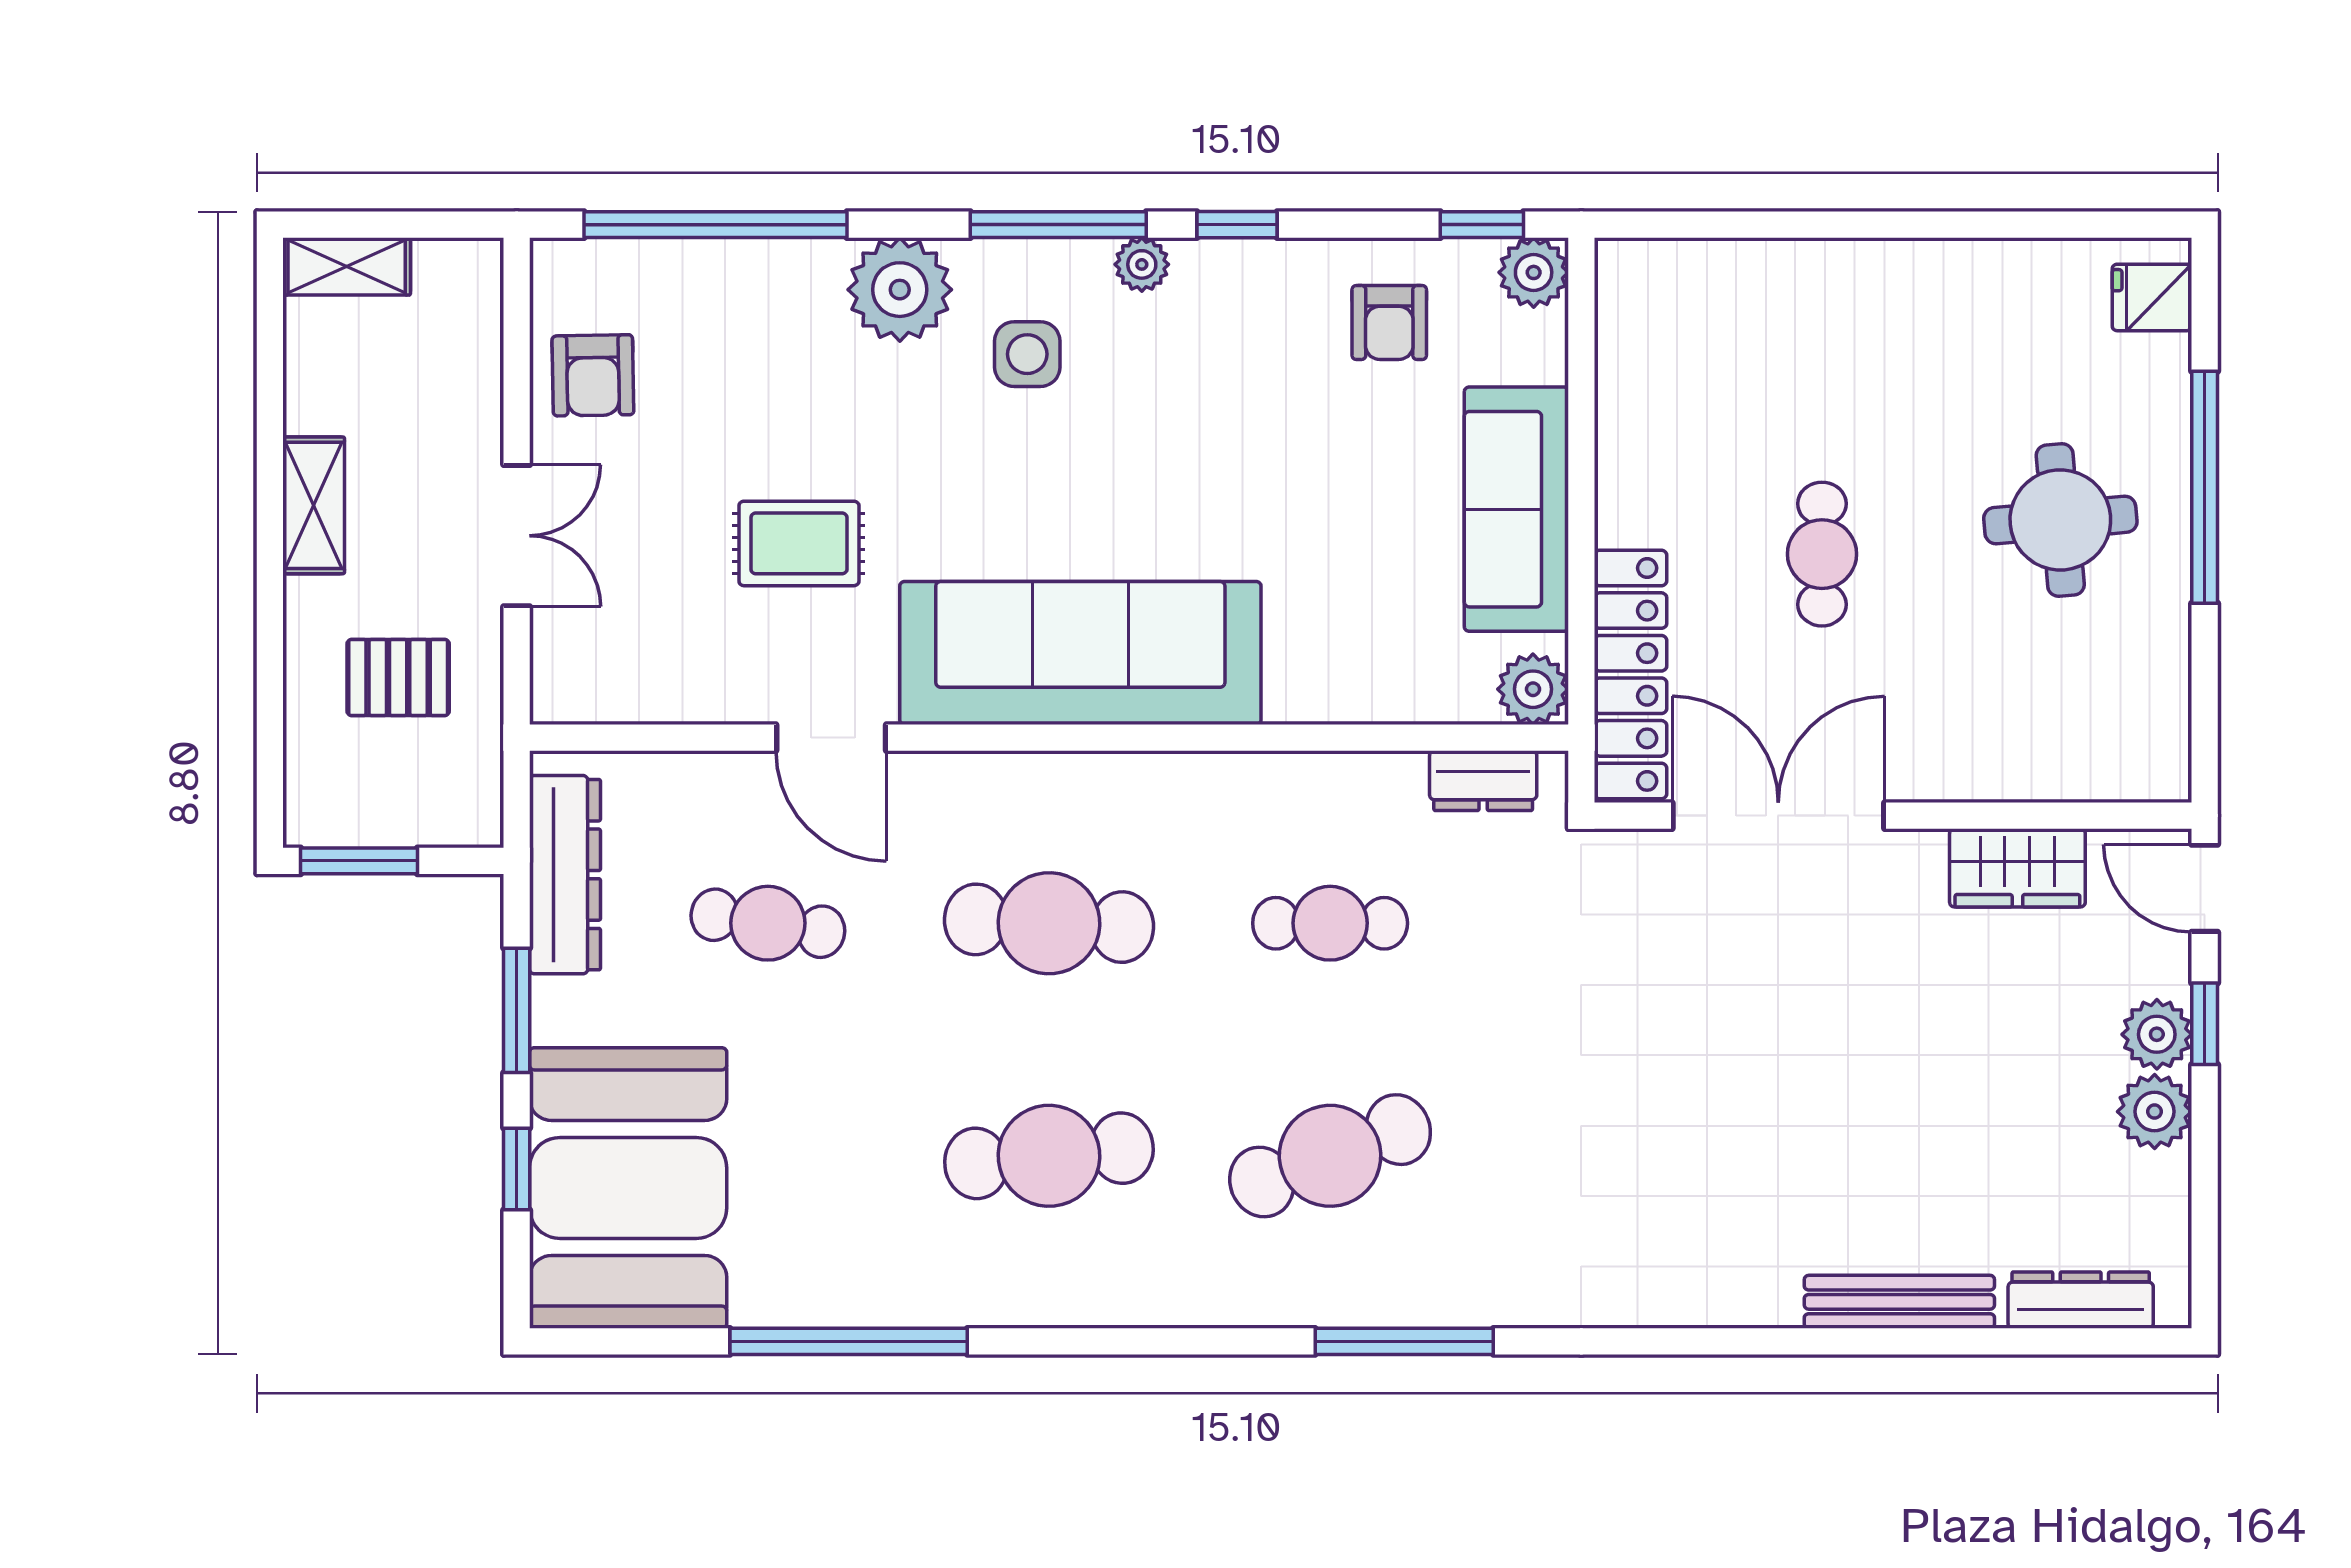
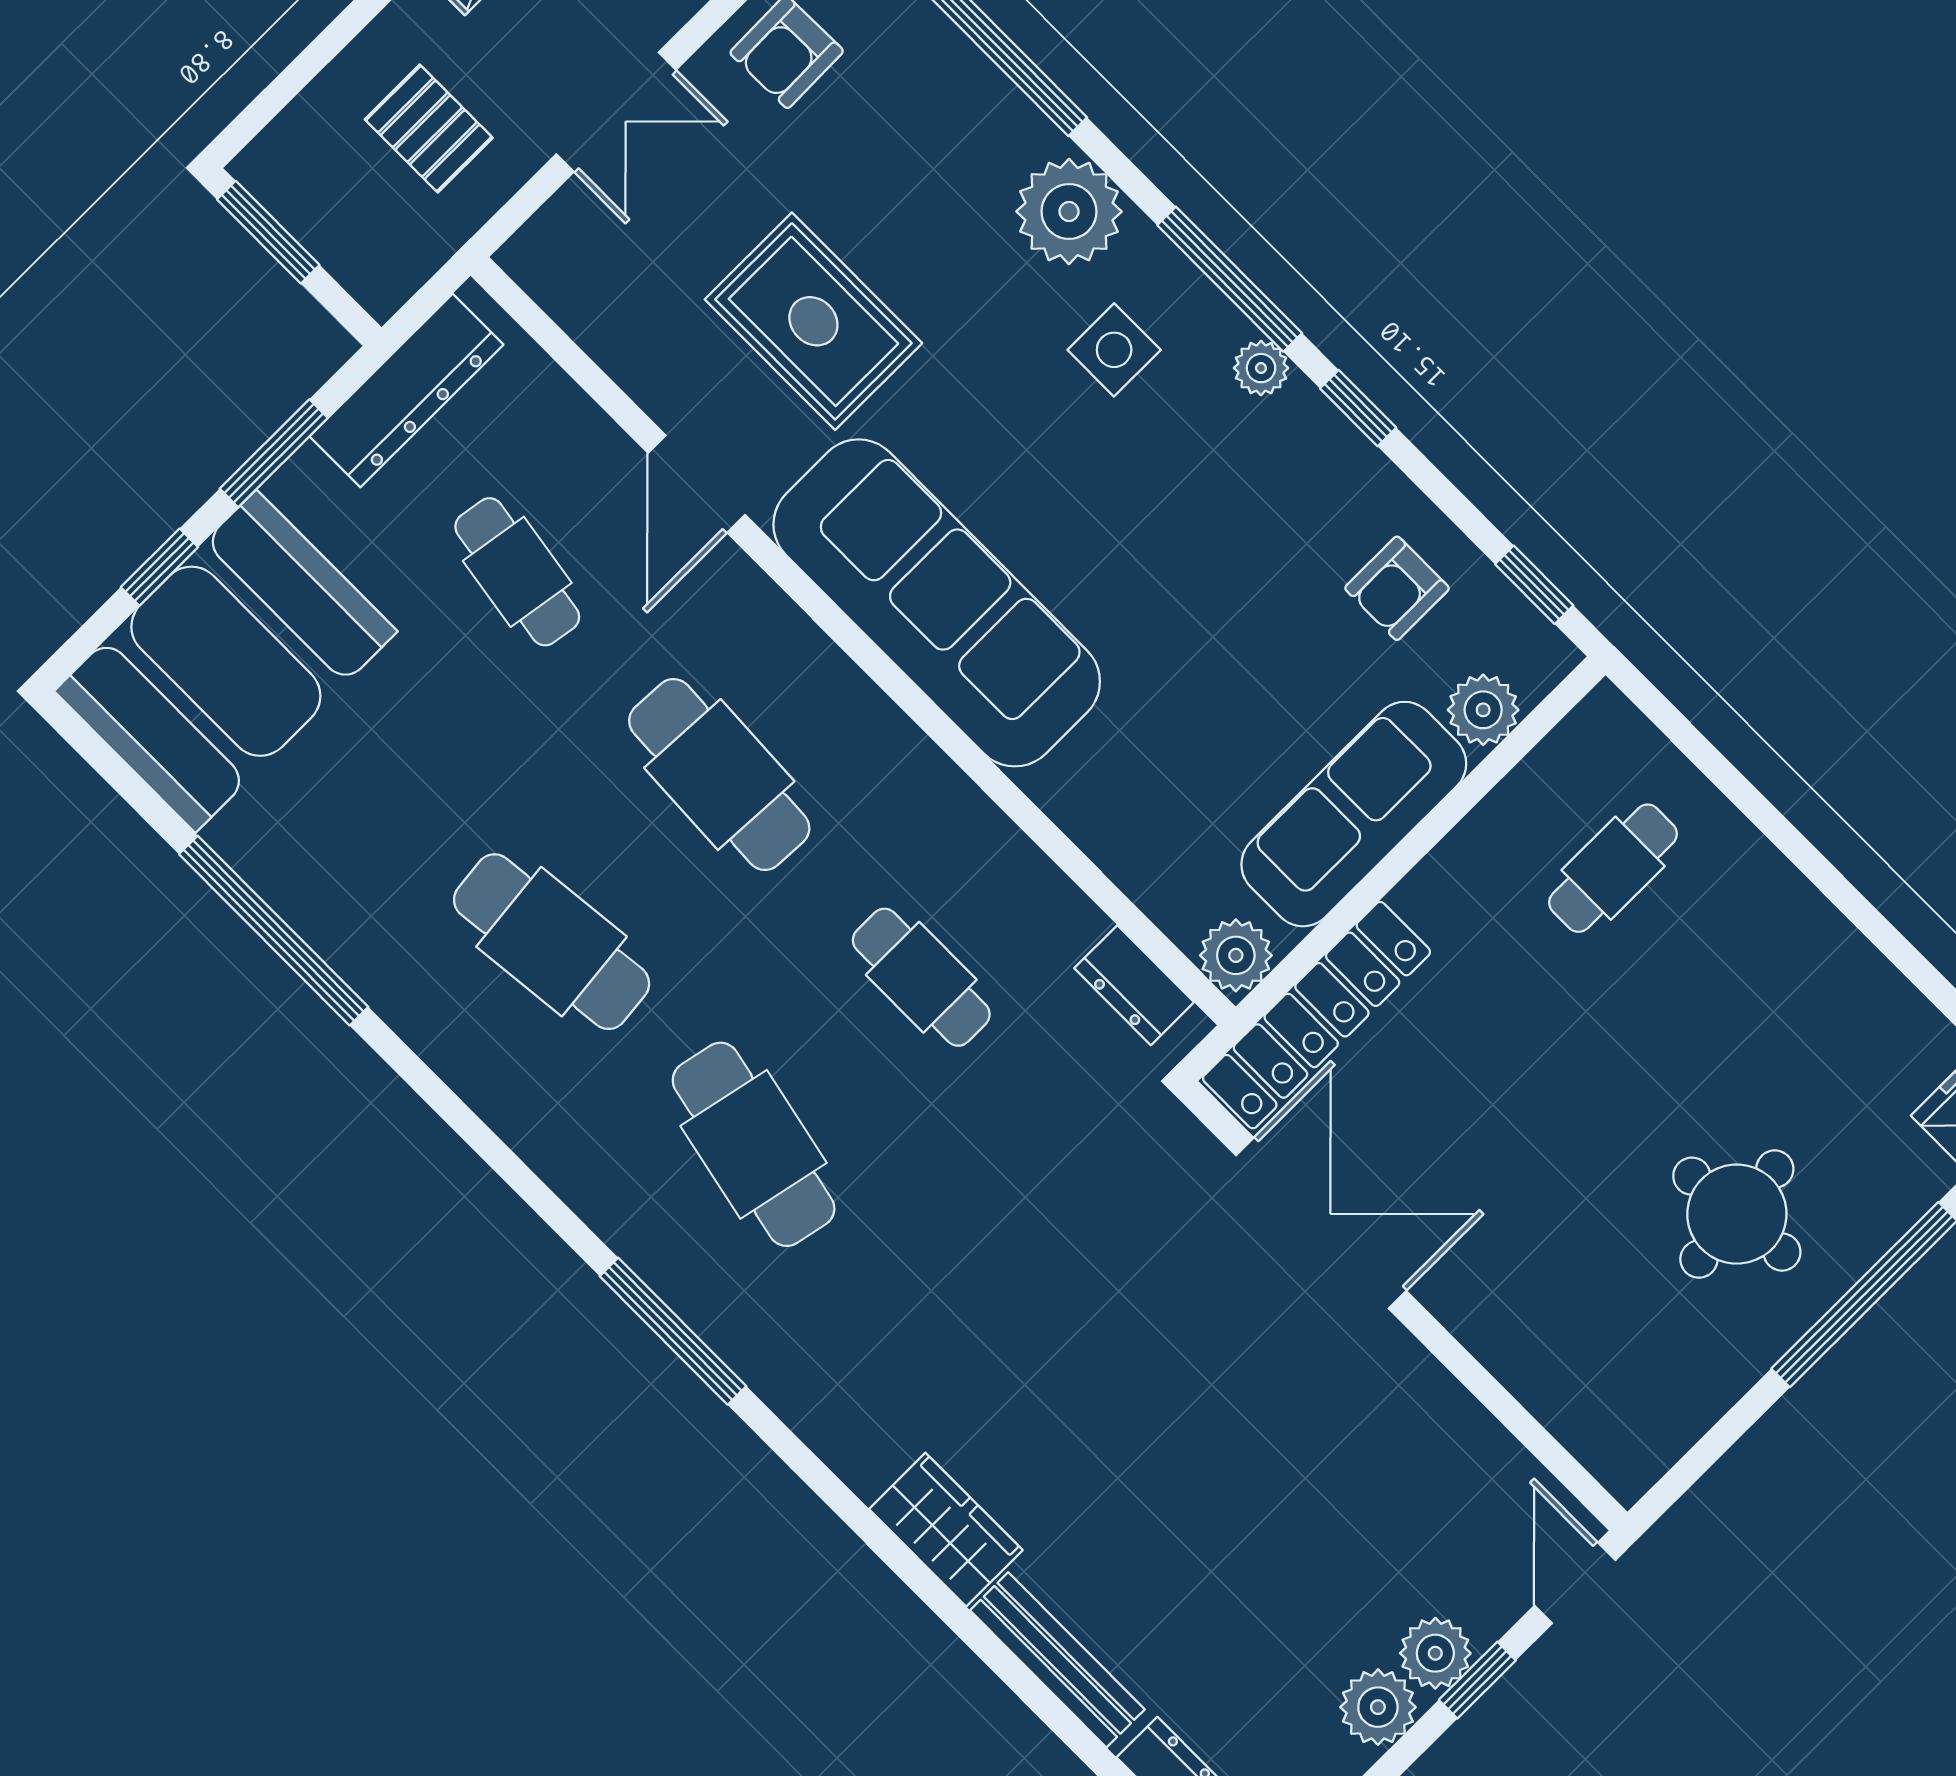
plant: (1534, 272) -> (1483, 710), moved
rug: (799, 543) -> (813, 321), width x1.36, depth x1.43
cafe table: (1822, 554) -> (1613, 868), moved
wardrobe: (2017, 868) -> (946, 1530), moved, turned 180
cafe table: (1330, 1156) -> (754, 1144), turned 33

